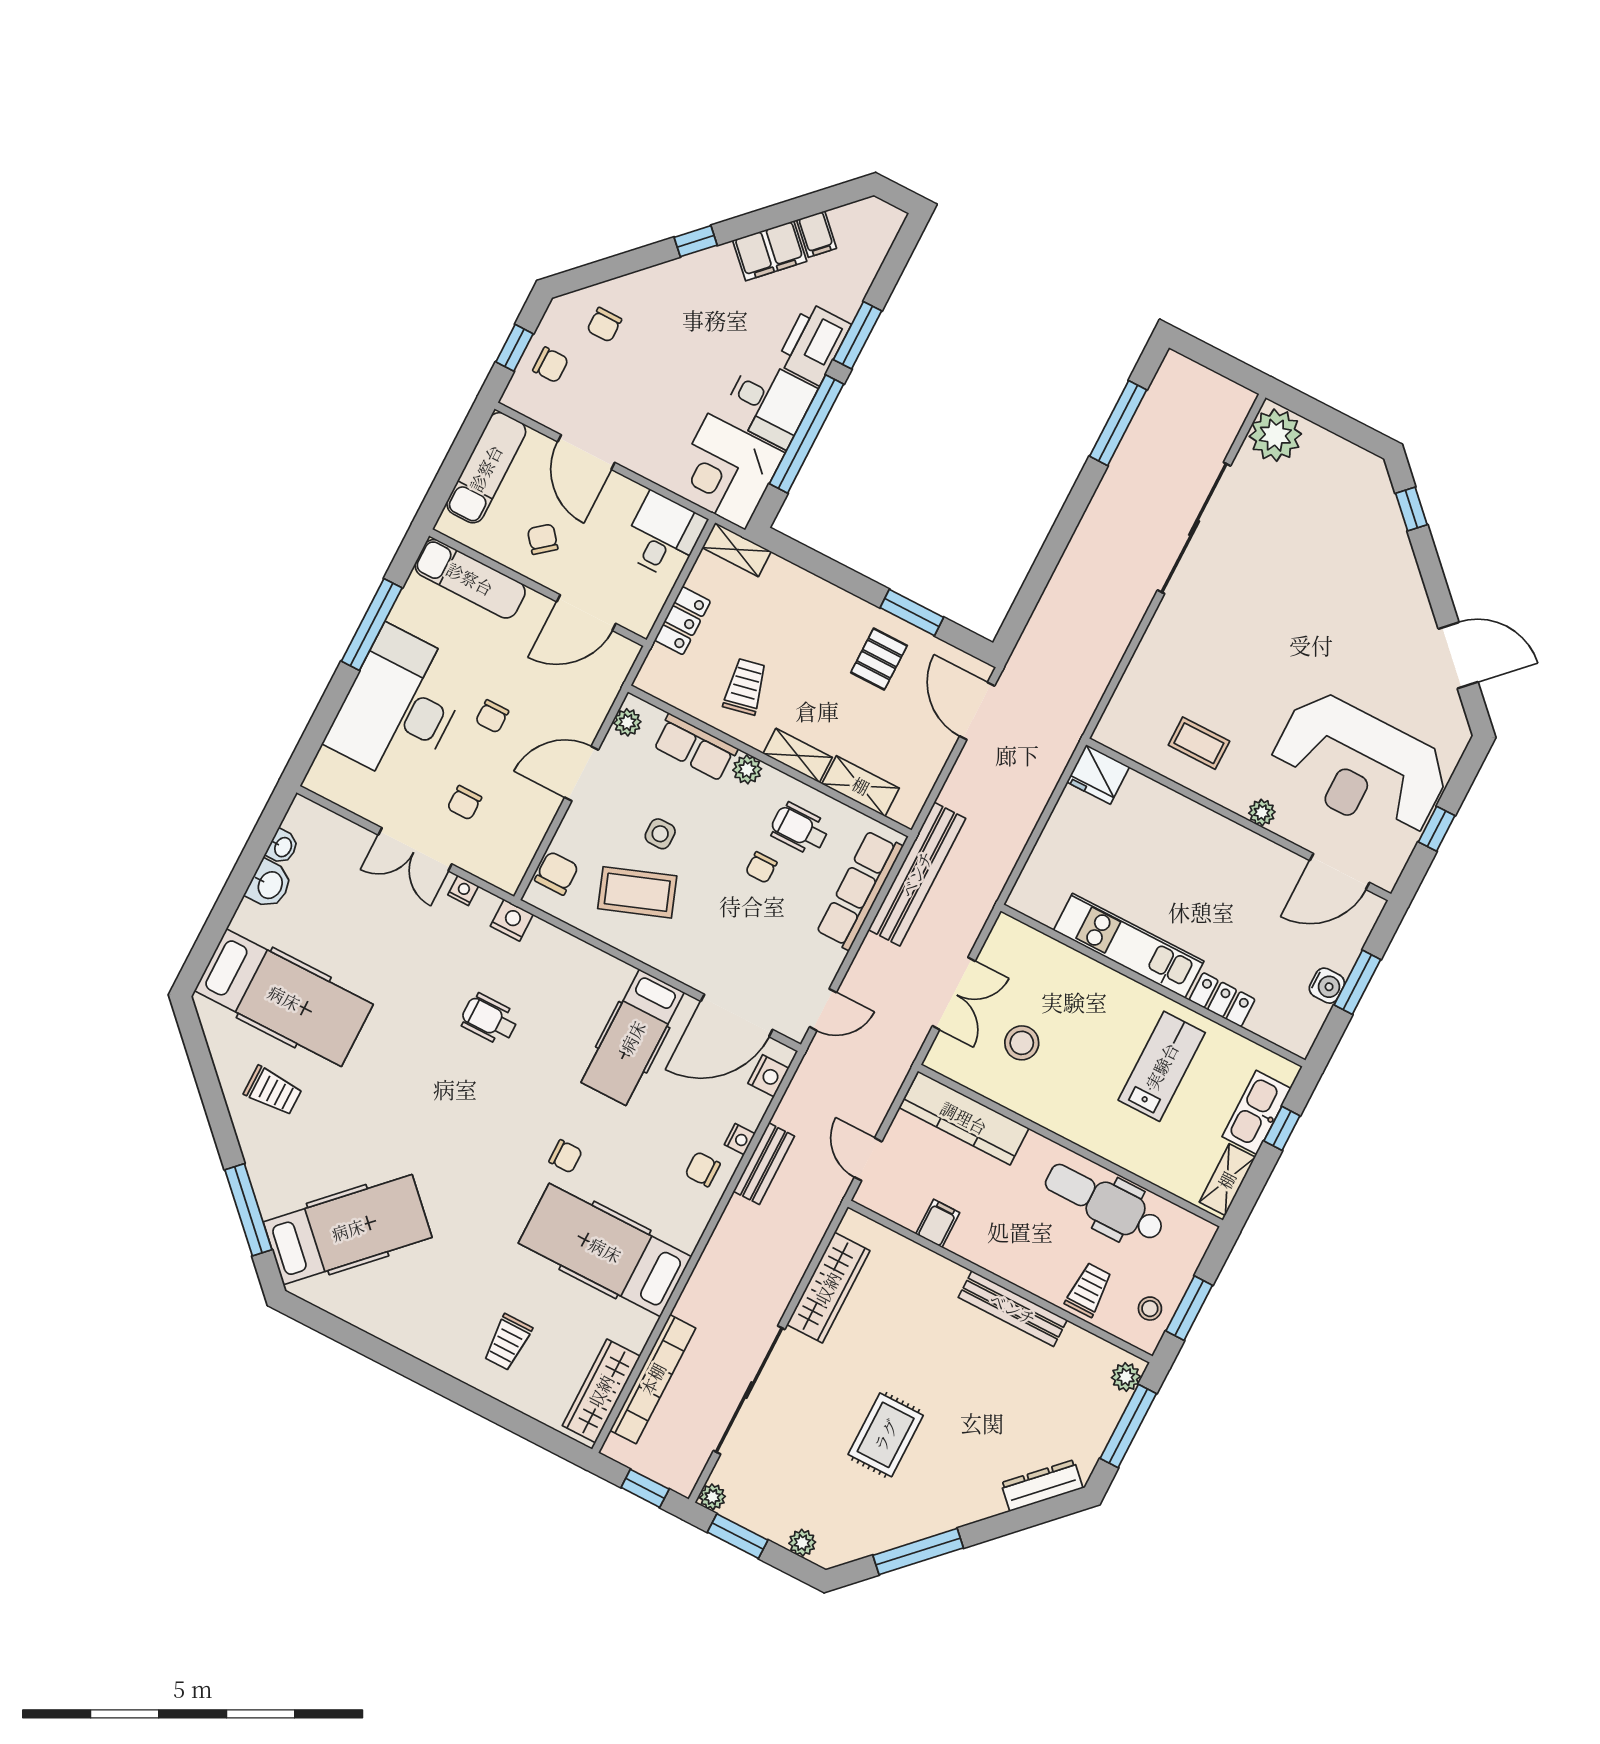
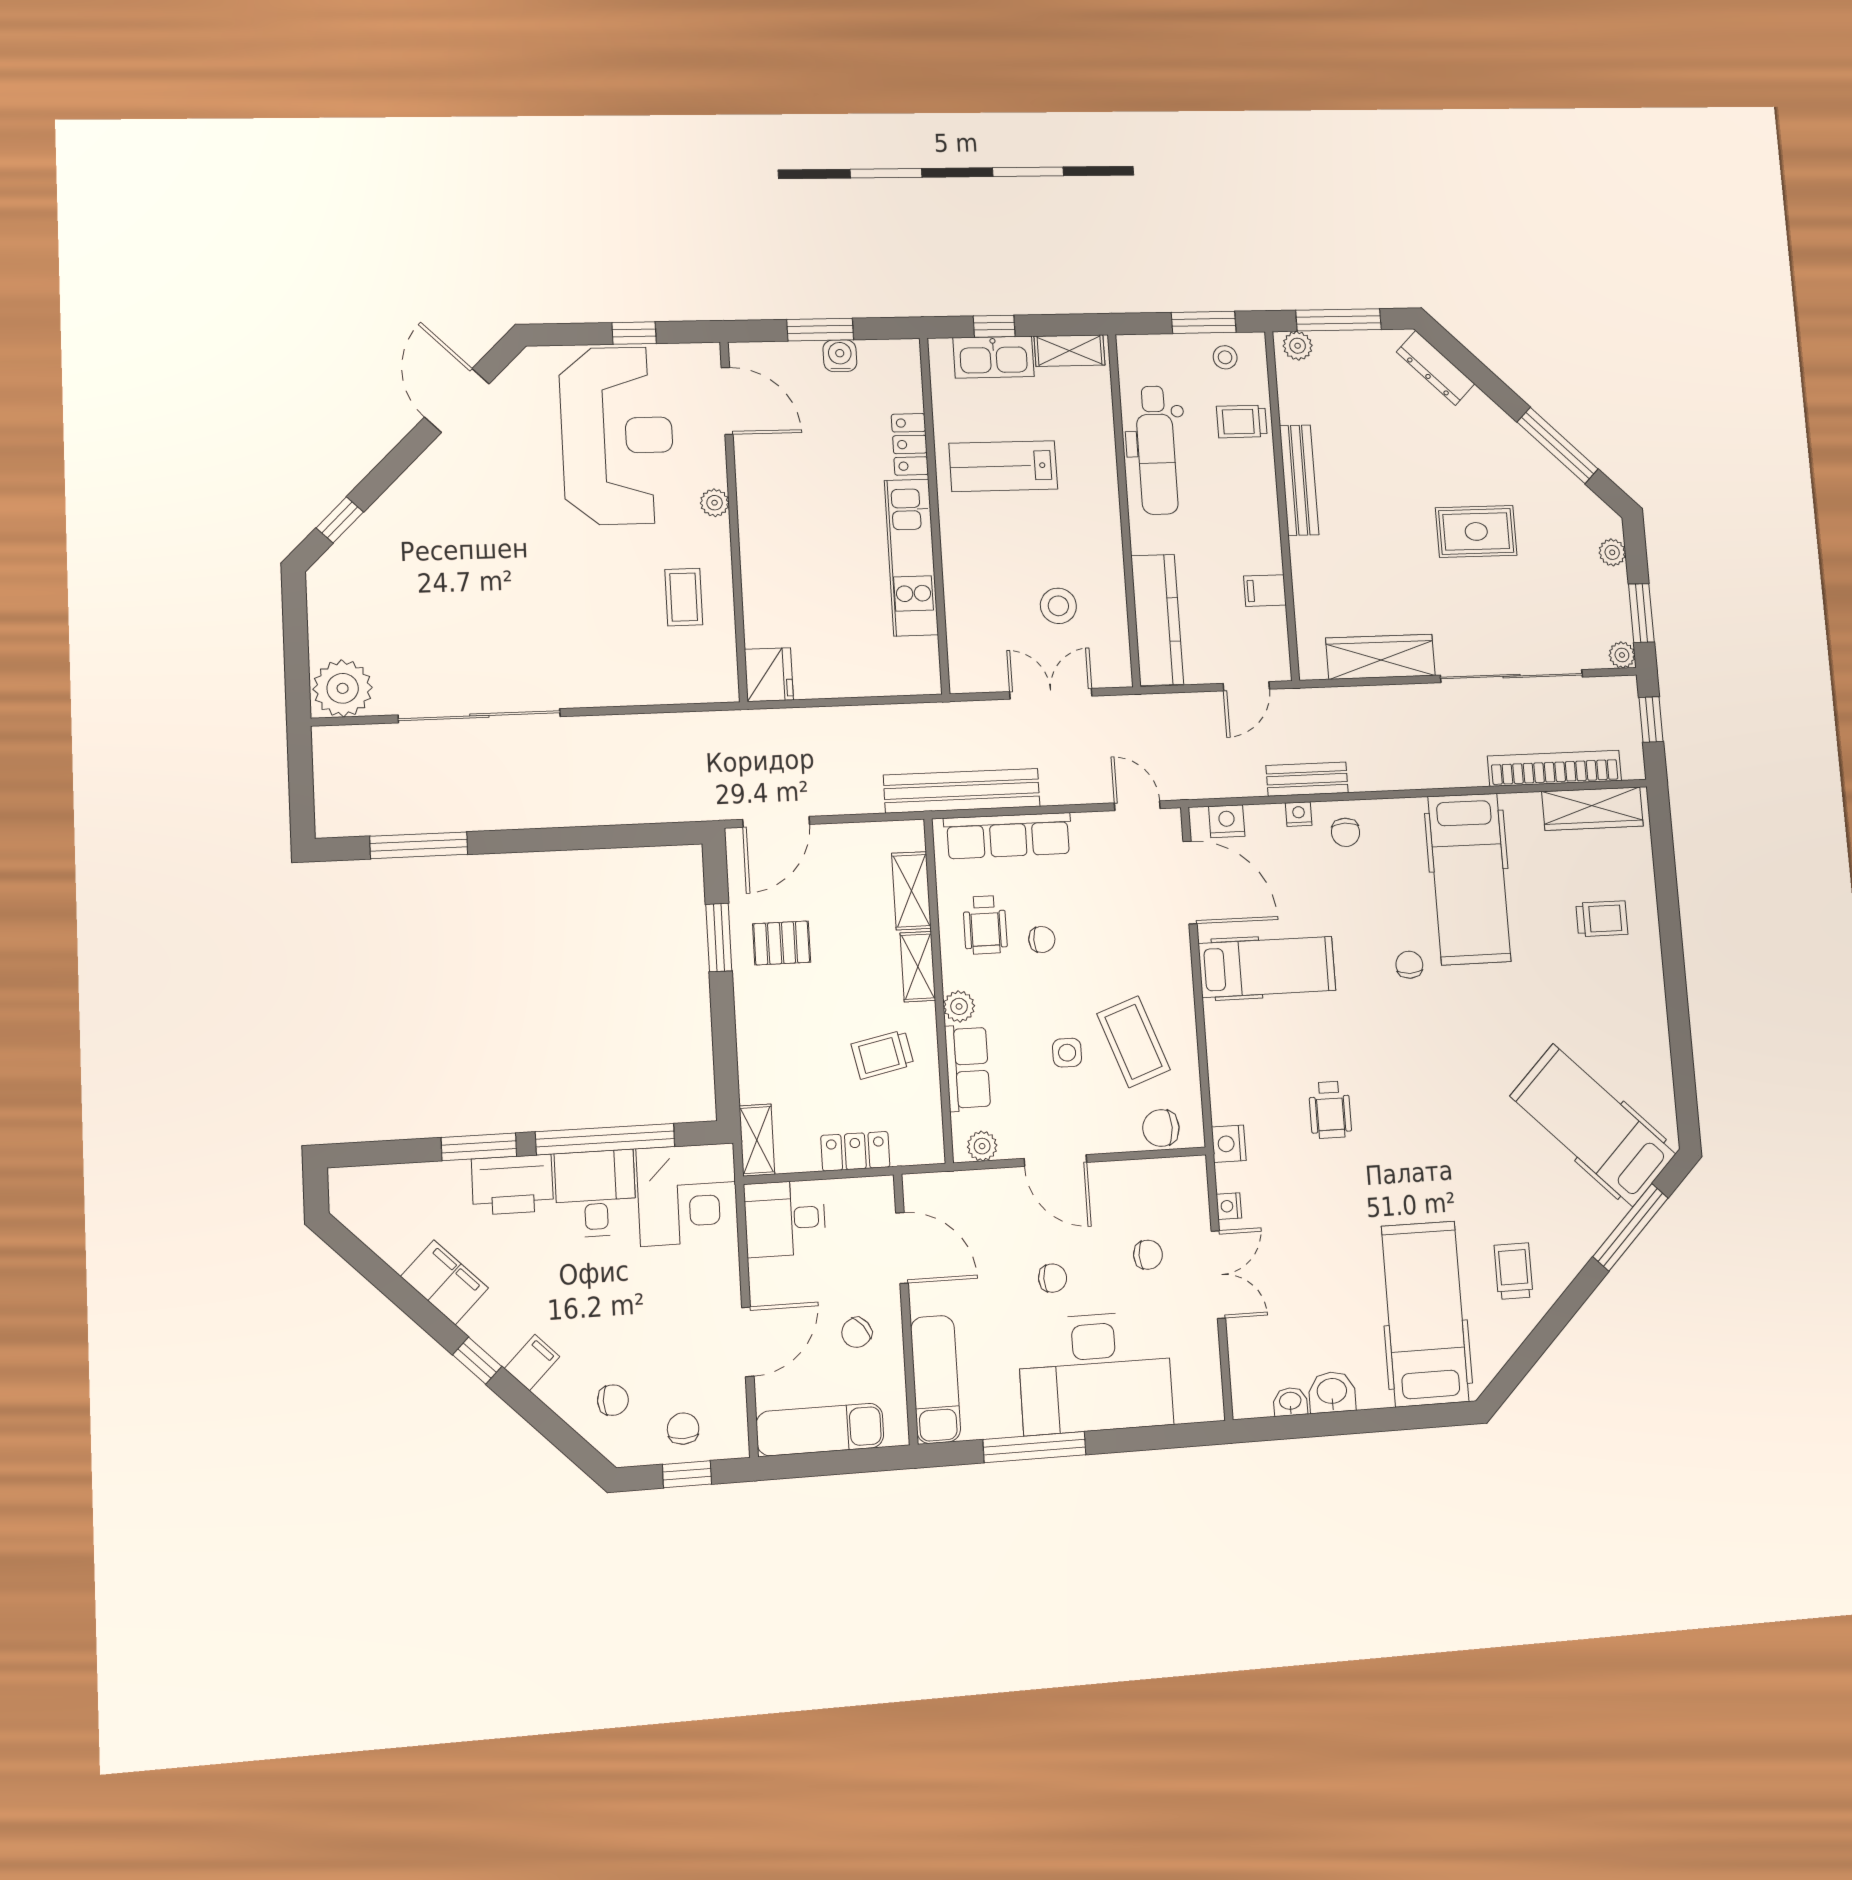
filing cabinet: (816, 234) -> (532, 1363), moved

